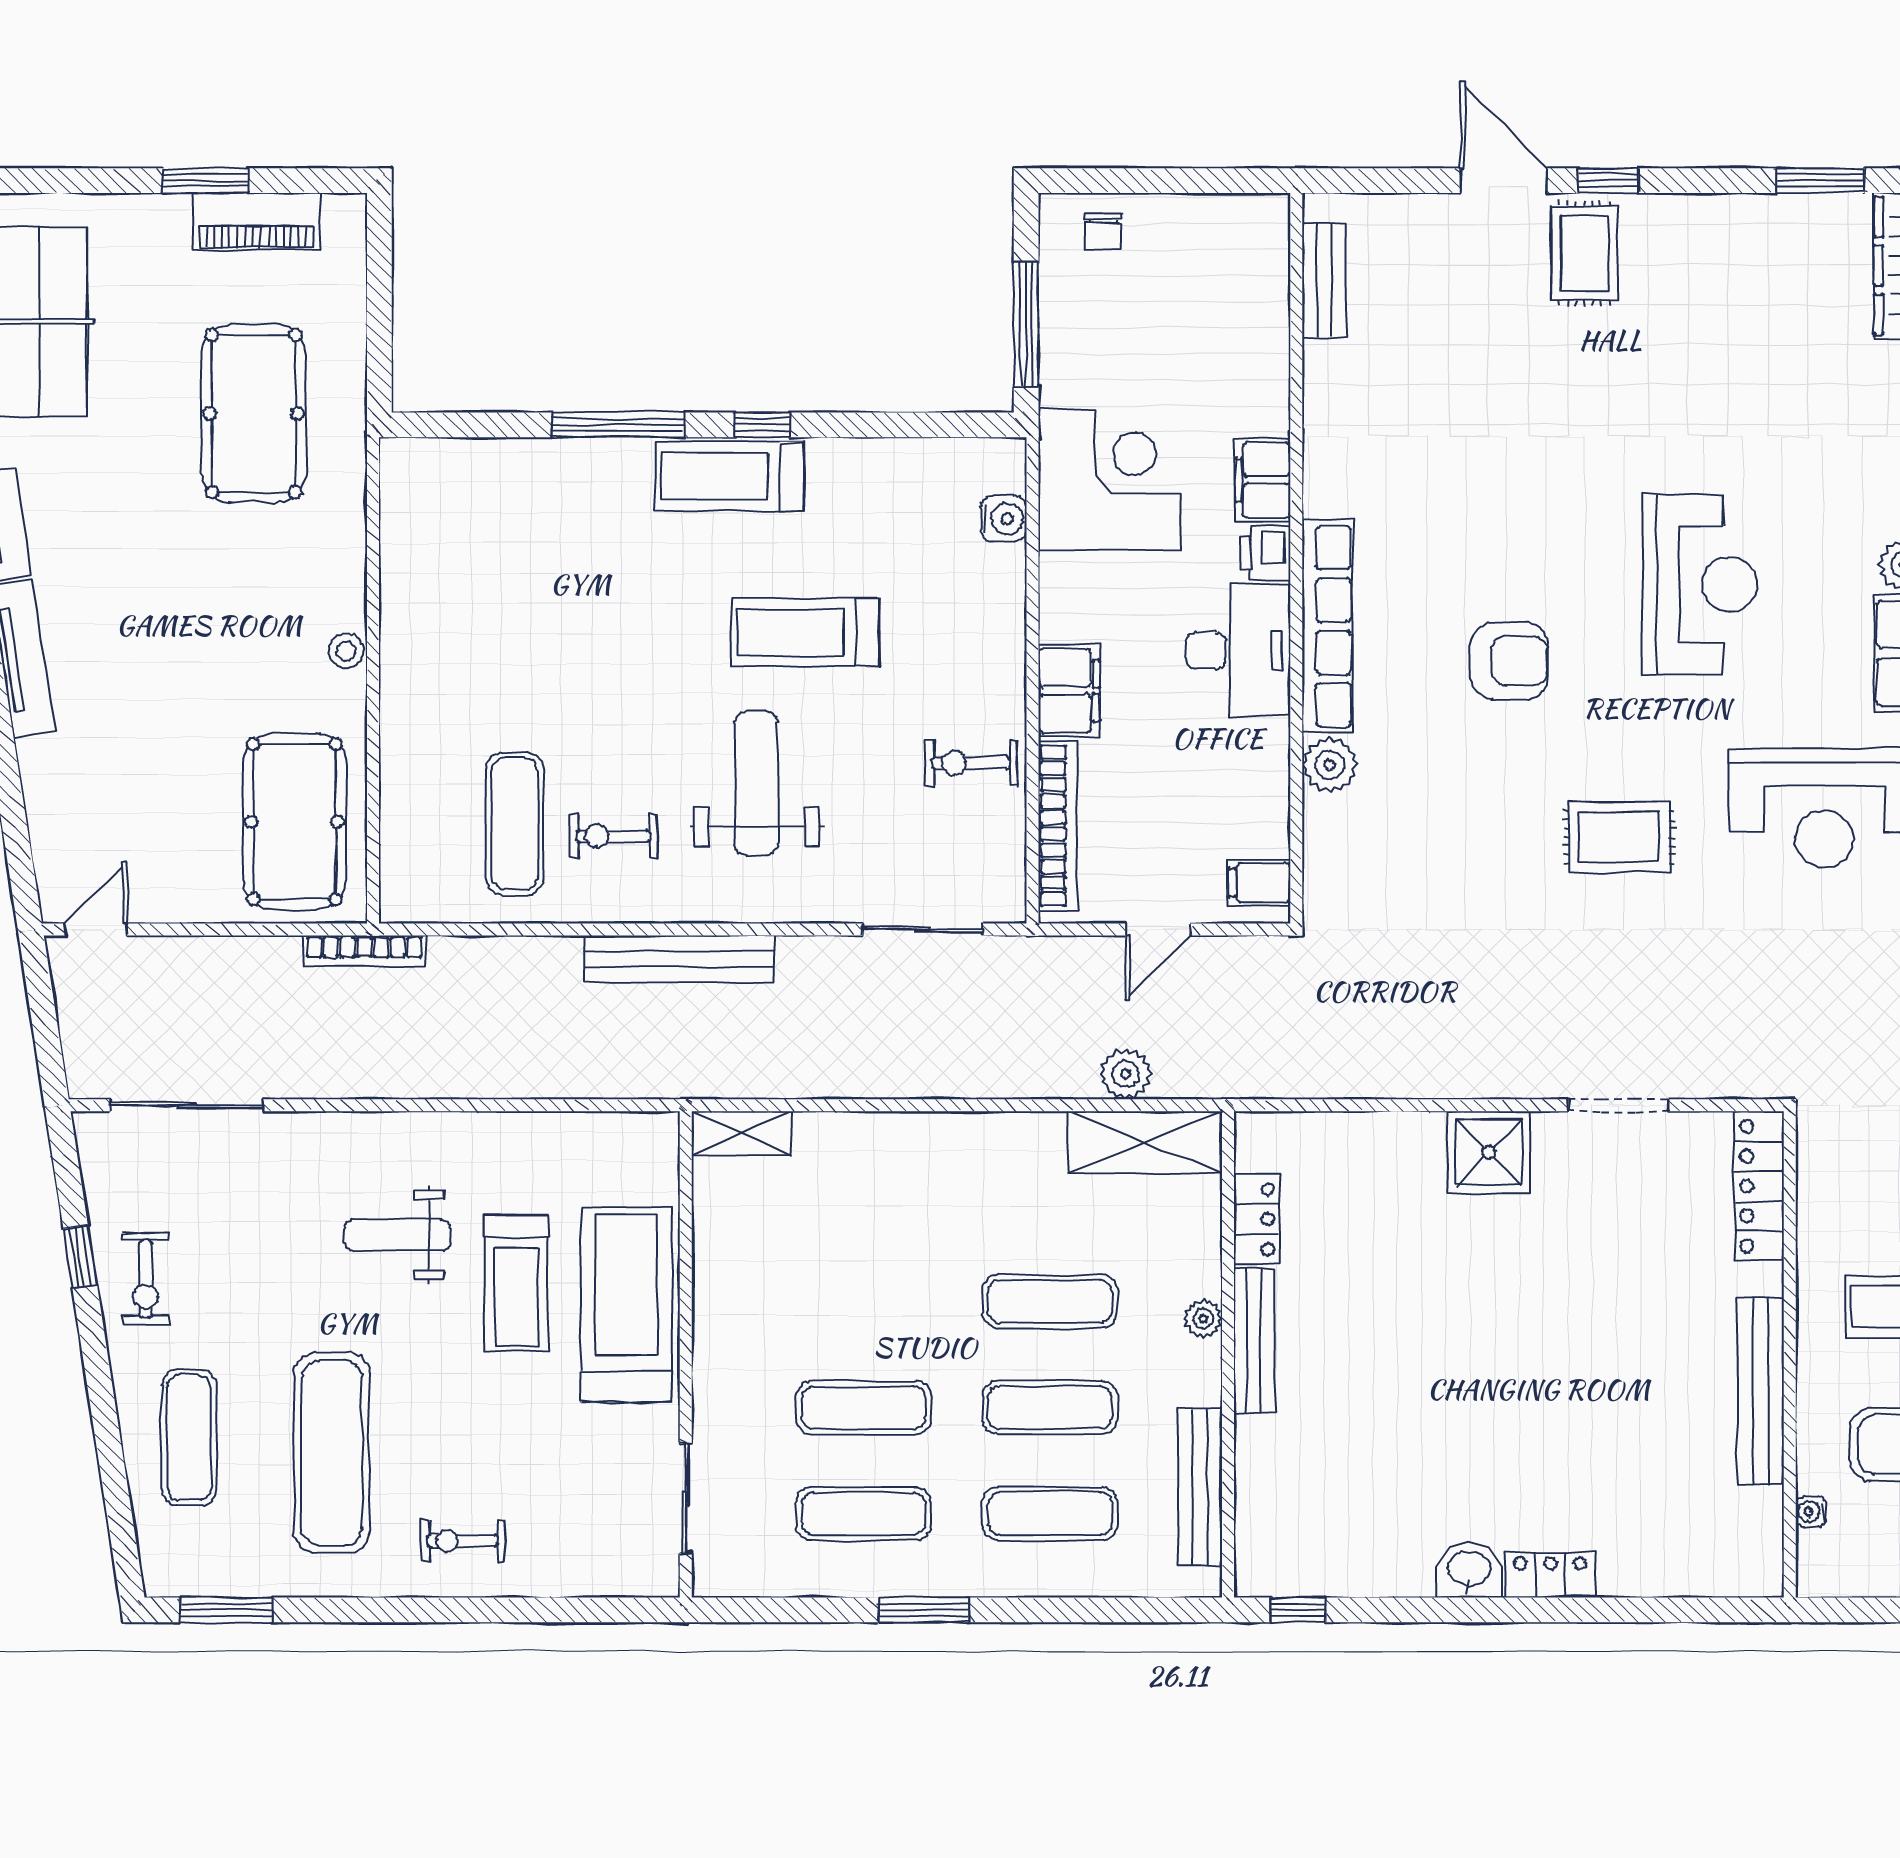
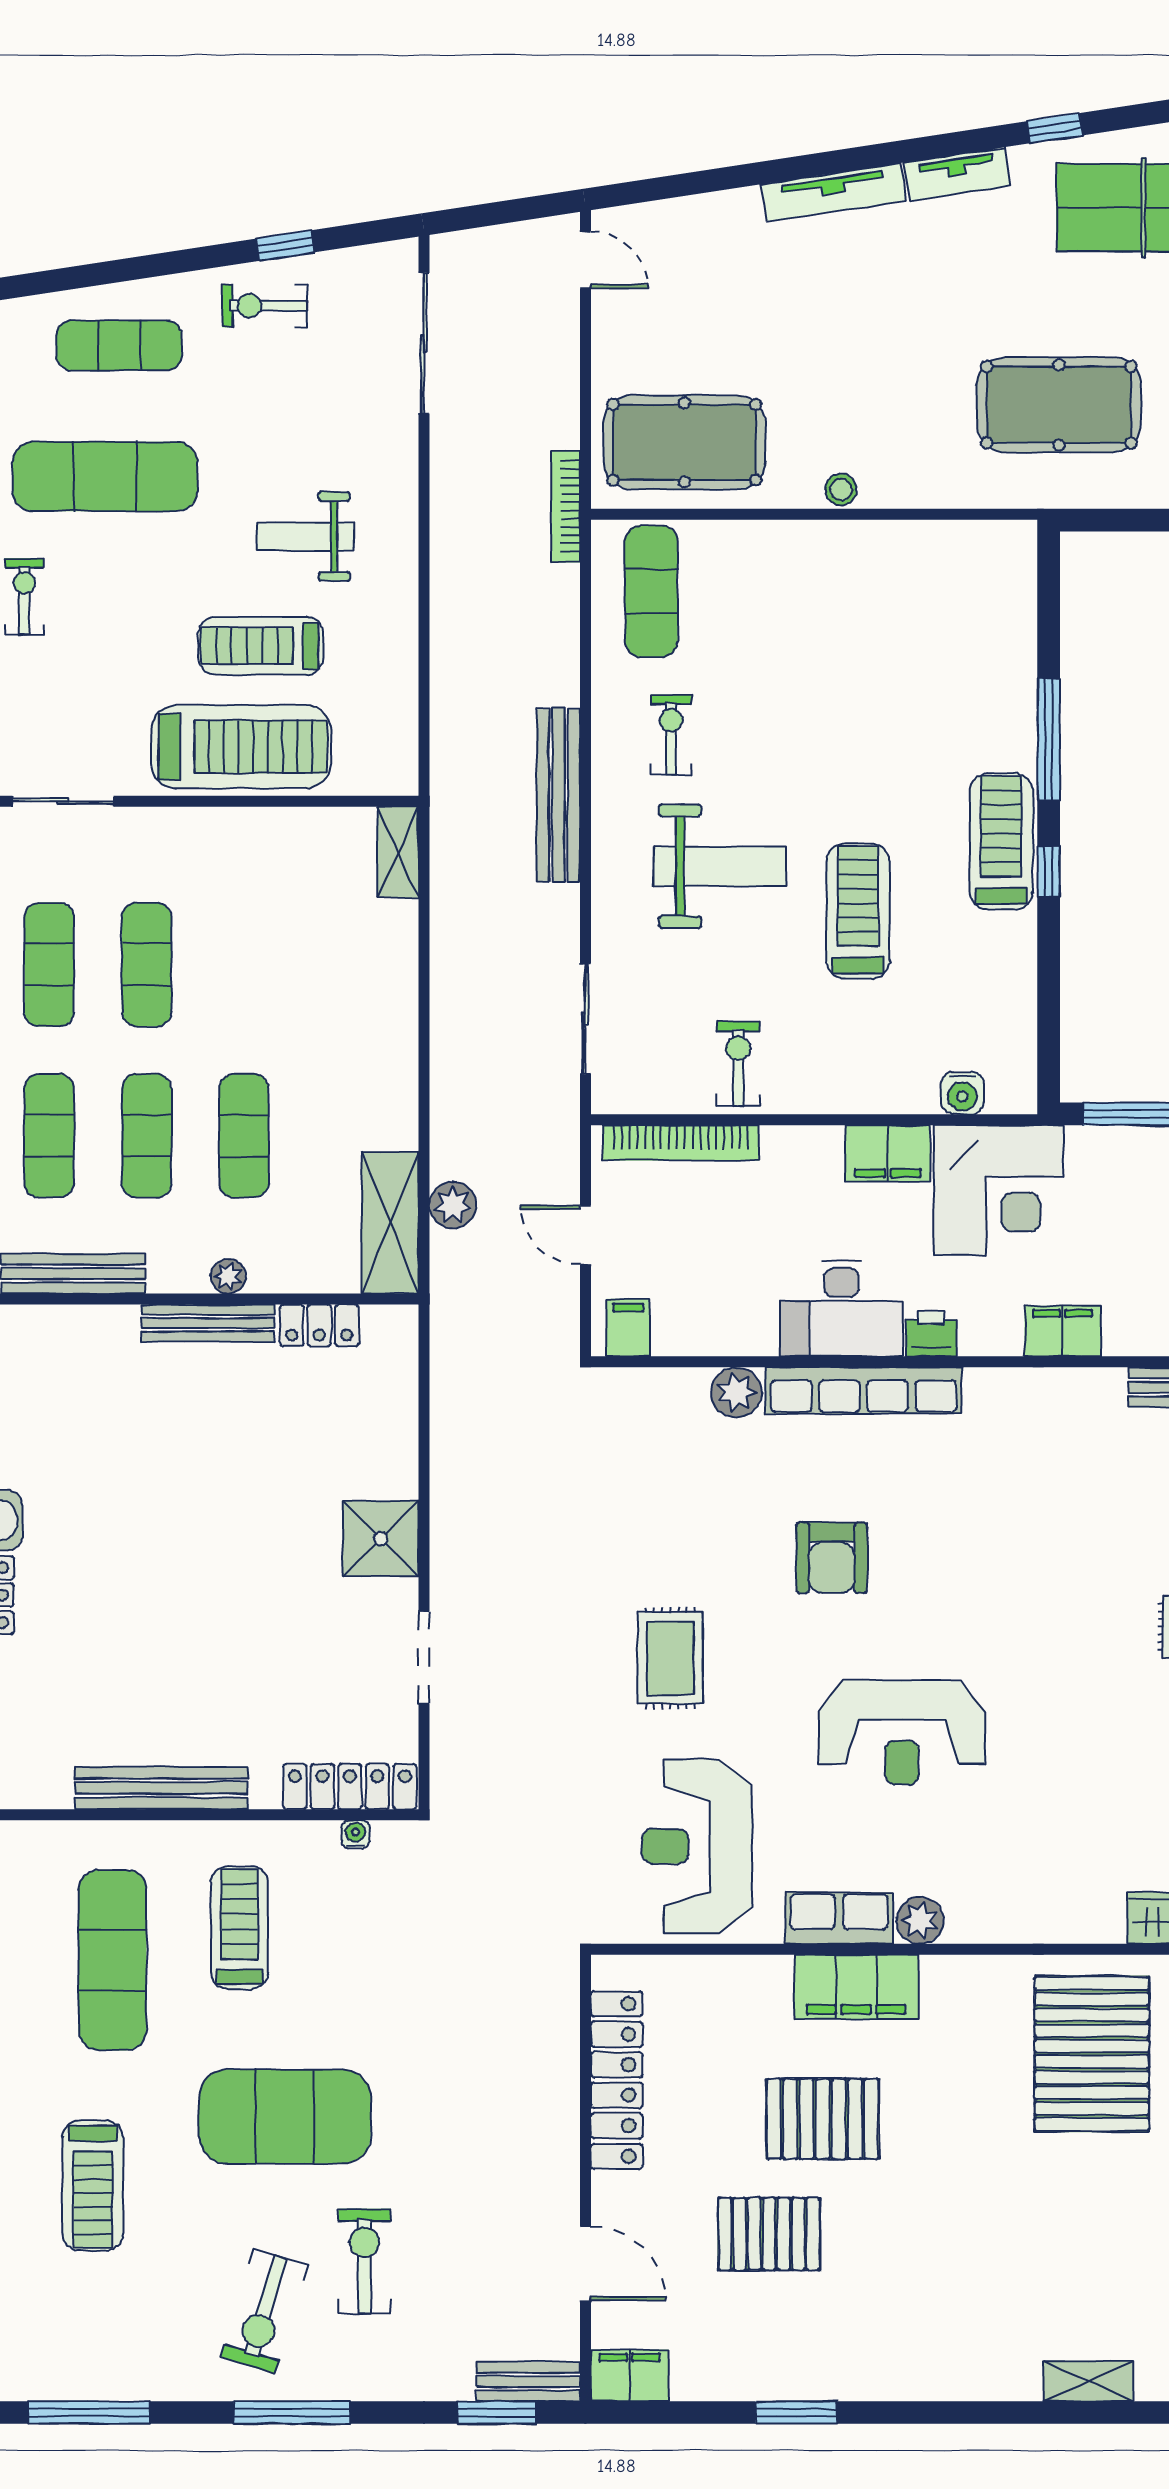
filing cabinet: (1263, 480) -> (1063, 1331), moved
filing cabinet: (1069, 691) -> (888, 1153), moved
exercise mat: (515, 824) -> (651, 591), moved, turned 90
weight bench: (397, 1235) -> (305, 536), turned -90
water cooler: (1811, 1511) -> (356, 1834), moved

